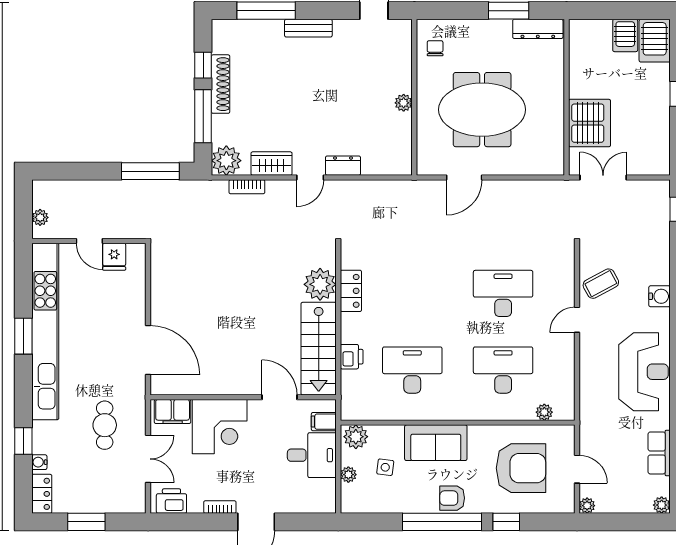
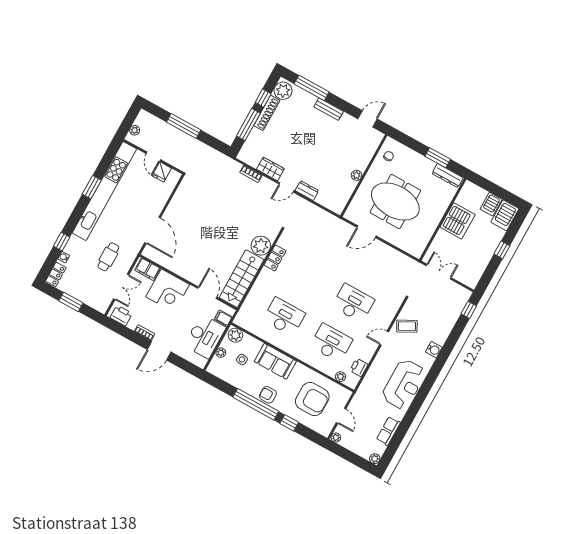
server rack: (589, 123) -> (458, 221), moved
plant: (226, 161) -> (283, 91), moved
window: (150, 171) -> (184, 126), moved
printer: (352, 357) -> (359, 367), moved, turned 180
desk: (312, 455) -> (205, 336), width x1.37

